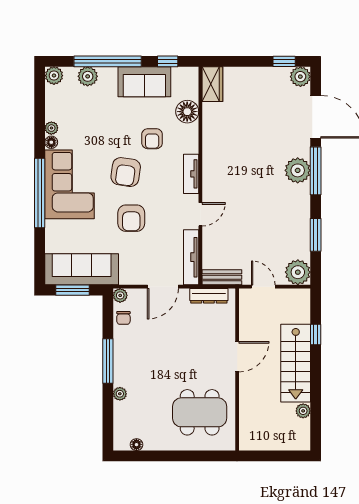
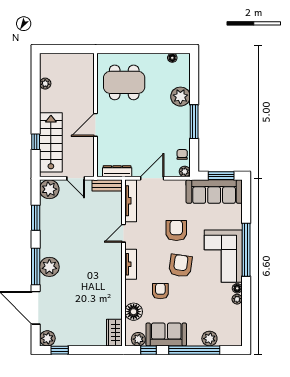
plant: (54, 76) -> (138, 339), moved
stairs: (296, 363) -> (51, 142), moved
plant: (120, 394) -> (180, 97), width x1.88, depth x1.88

